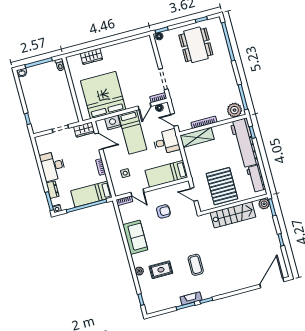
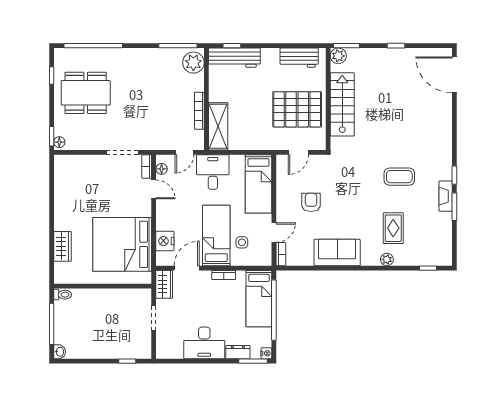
bed: (133, 132) -> (216, 235), moved, turned -90
workbench: (244, 143) -> (234, 58), width x0.73, depth x0.76

